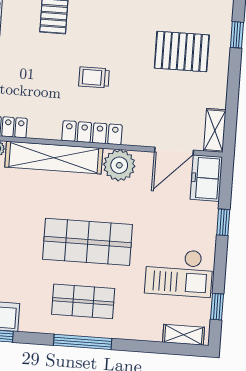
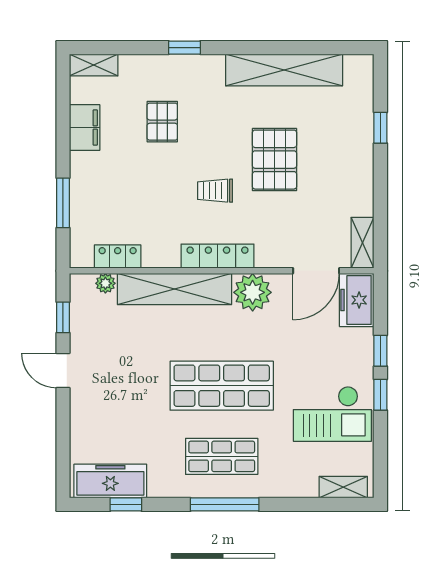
pallet: (182, 52) -> (274, 160), moved, turned 90
window: (217, 307) -> (380, 395), moved

